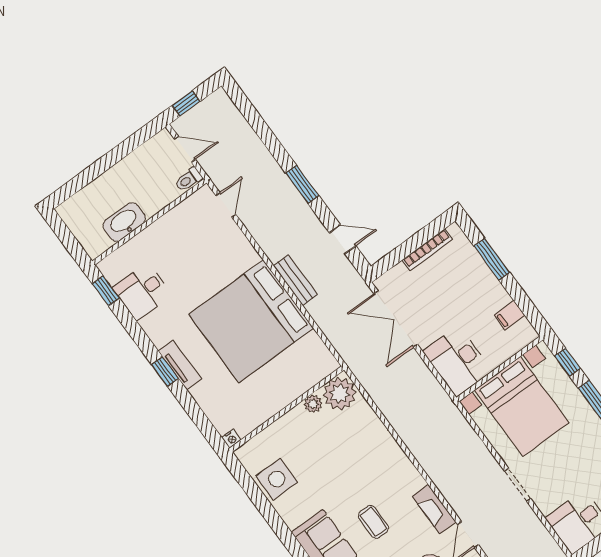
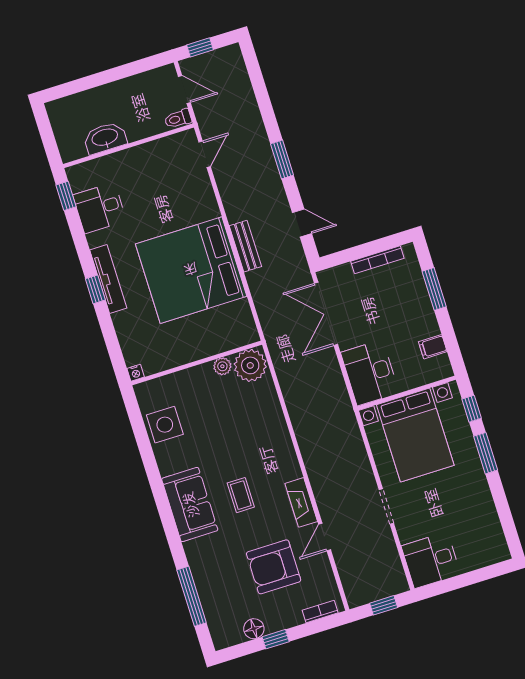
tv unit: (180, 365) -> (108, 279), width x1.41

